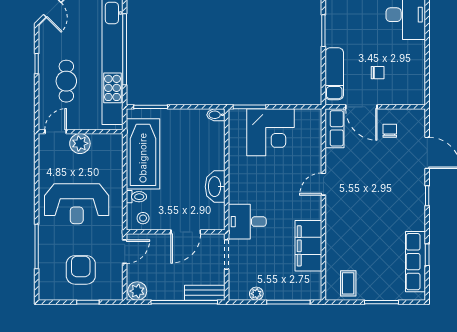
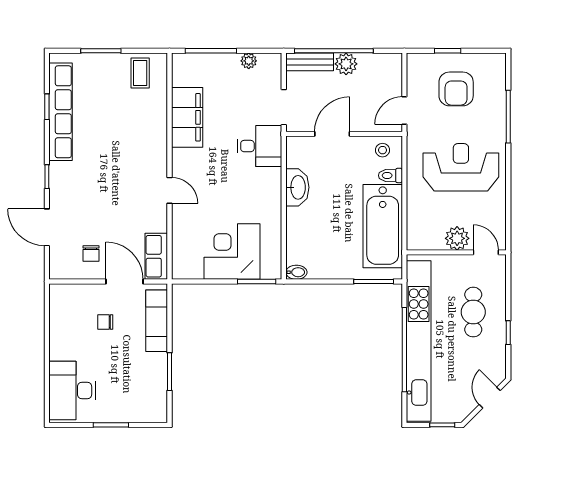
door: (56, 132) -> (486, 252), swing flipped
door: (323, 184) -> (169, 190), hinge flipped
row of seats: (416, 262) -> (61, 112), width x1.36
plant: (137, 291) -> (346, 64), moved

